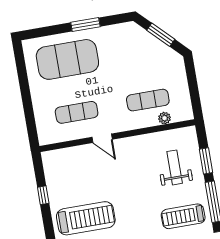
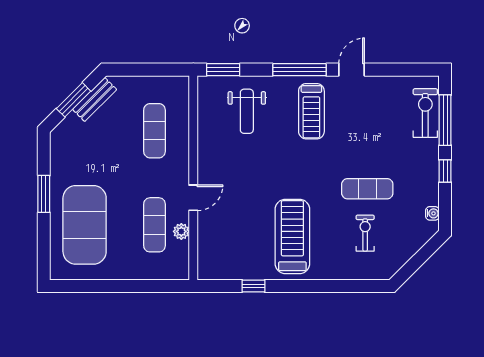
bench: (164, 51) -> (95, 99), added
plant: (164, 118) -> (181, 231), moved
window: (206, 161) -> (223, 70), moved
weight bench: (175, 167) -> (247, 111), turned -90

